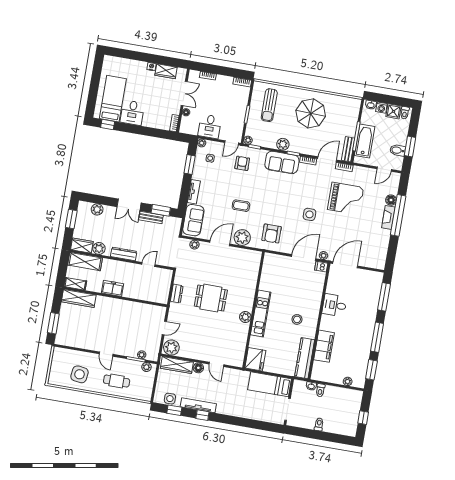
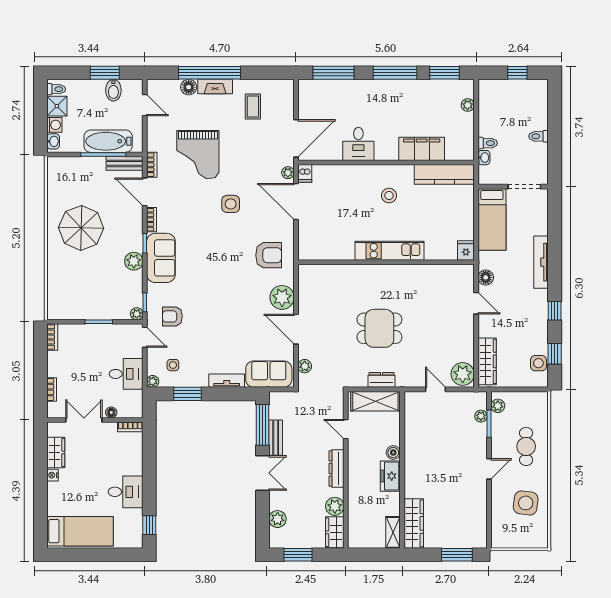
bed: (113, 99) -> (80, 531), moved, turned 180
sun lounger: (269, 105) -> (79, 291), removed
grand piano: (346, 199) -> (198, 155), turned 180
coffee table: (241, 206) -> (253, 106), moved
window: (161, 210) -> (262, 425), width x1.44
shelving: (85, 262) -> (375, 401), moved, turned 90
door: (345, 265) -> (296, 138), swing flipped
boiler: (128, 293) -> (393, 453), added
dining table: (211, 298) -> (379, 328), turned 90
plant: (245, 317) -> (399, 273), removed
fridge: (255, 359) -> (466, 250), width x0.53, depth x0.75
door: (216, 364) -> (476, 303), hinge flipped
floor lamp: (198, 368) -> (486, 277), moved
tv unit: (198, 405) -> (541, 262), moved

